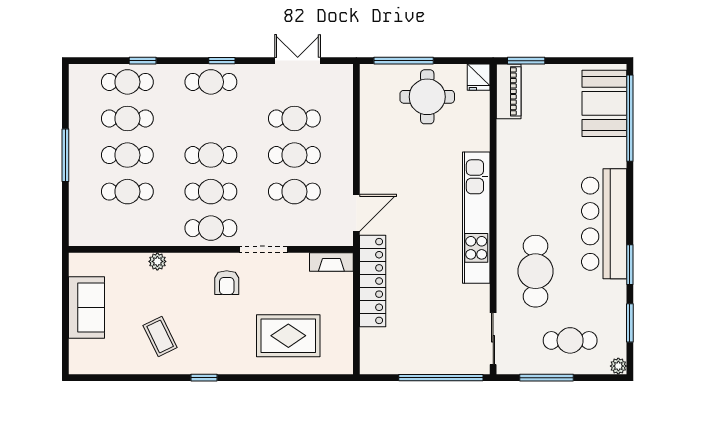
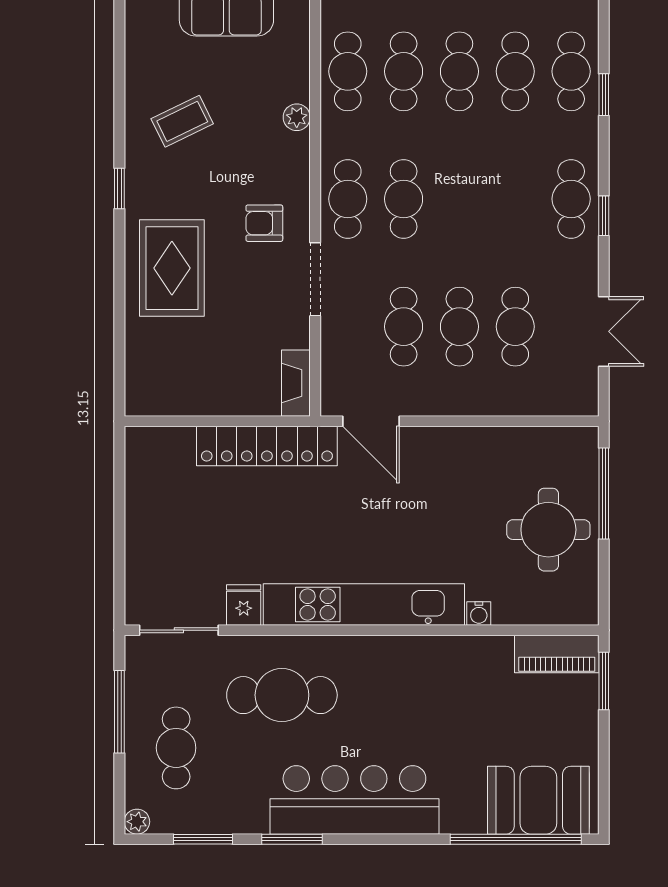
fridge: (479, 77) -> (244, 605), moved, turned 90
water cooler: (482, 142) -> (479, 613), added
cafe table: (211, 155) -> (348, 71), moved
rug: (288, 336) -> (172, 268), moved
window: (441, 378) -> (119, 551), removed

